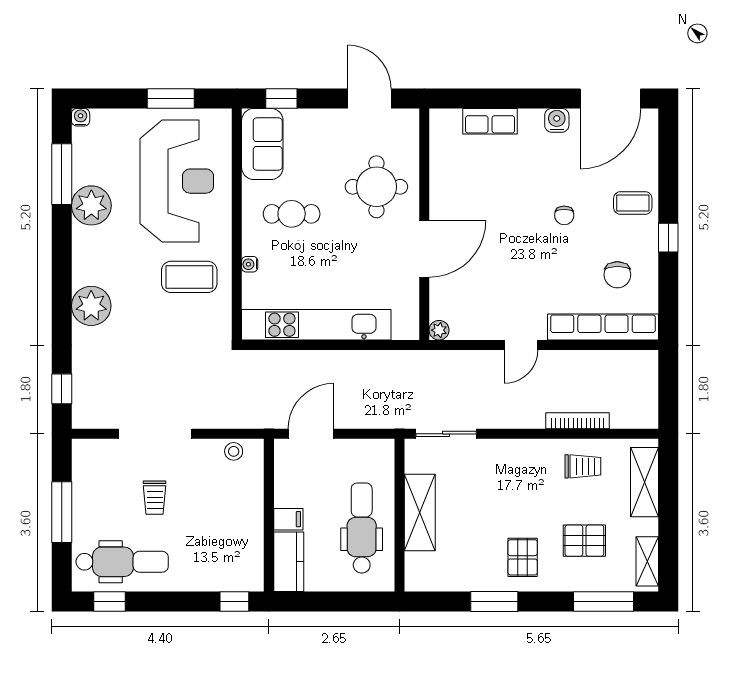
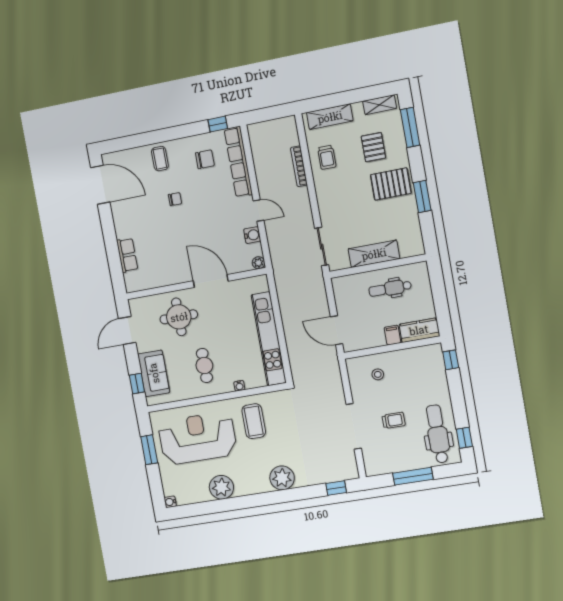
water cooler: (557, 120) -> (252, 235), moved, turned 180
sofa: (262, 144) -> (154, 373), moved, turned 90
window: (62, 174) -> (206, 508), removed
window: (668, 238) -> (218, 124), moved
stool: (234, 451) -> (378, 374), moved
trolley: (583, 466) -> (327, 157), turned 180
dental chair: (362, 528) -> (390, 288), width x0.73, depth x0.72
pallet: (523, 557) -> (391, 184), width x1.50, depth x1.42

